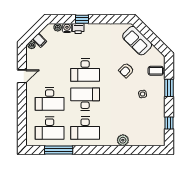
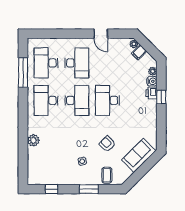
desk: (50, 99) -> (77, 63), turned 180

